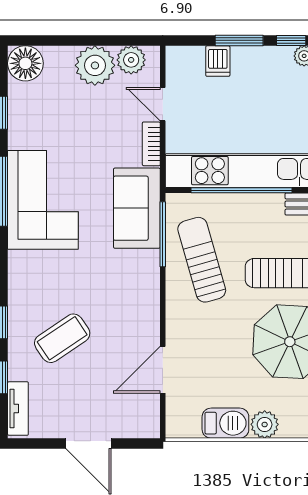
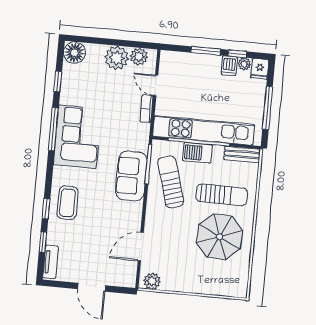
dishwasher: (218, 61) -> (229, 66), moved
sofa: (137, 208) -> (131, 176), moved
coffee table: (62, 338) -> (68, 203), moved, turned -56
barbecue: (225, 423) -> (197, 153), moved, turned 180
plant: (265, 424) -> (152, 281), moved

